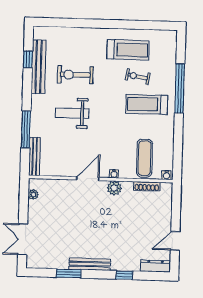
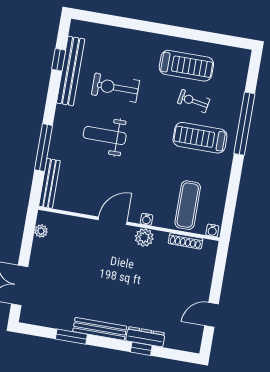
dresser: (155, 266) -> (145, 337), moved

